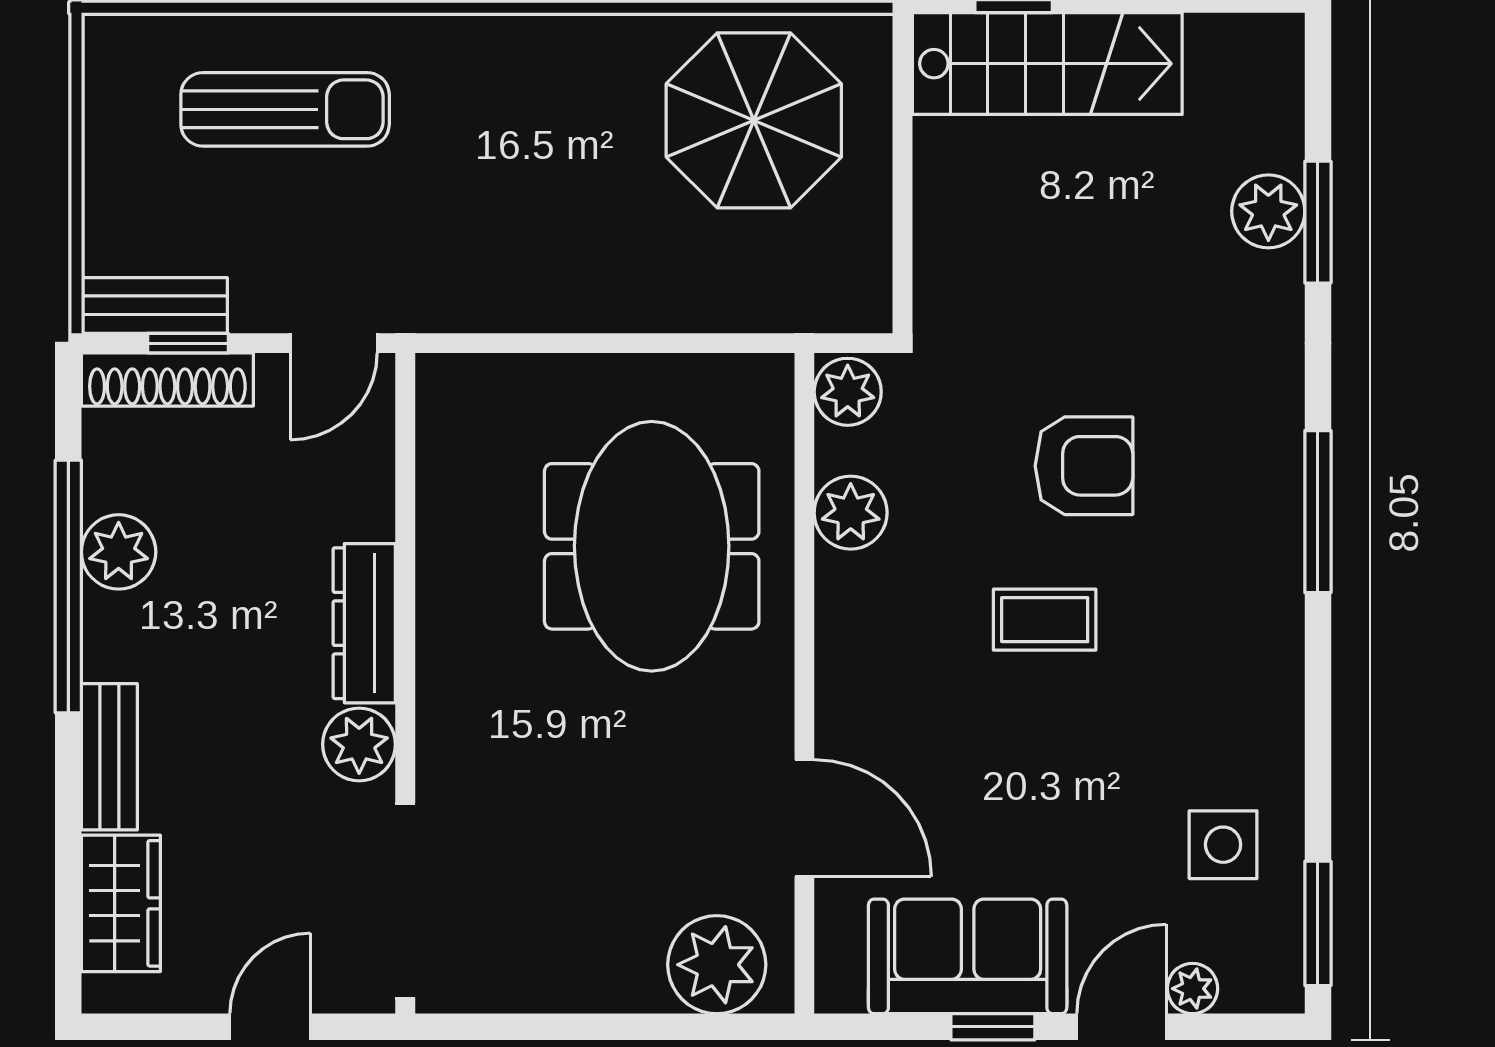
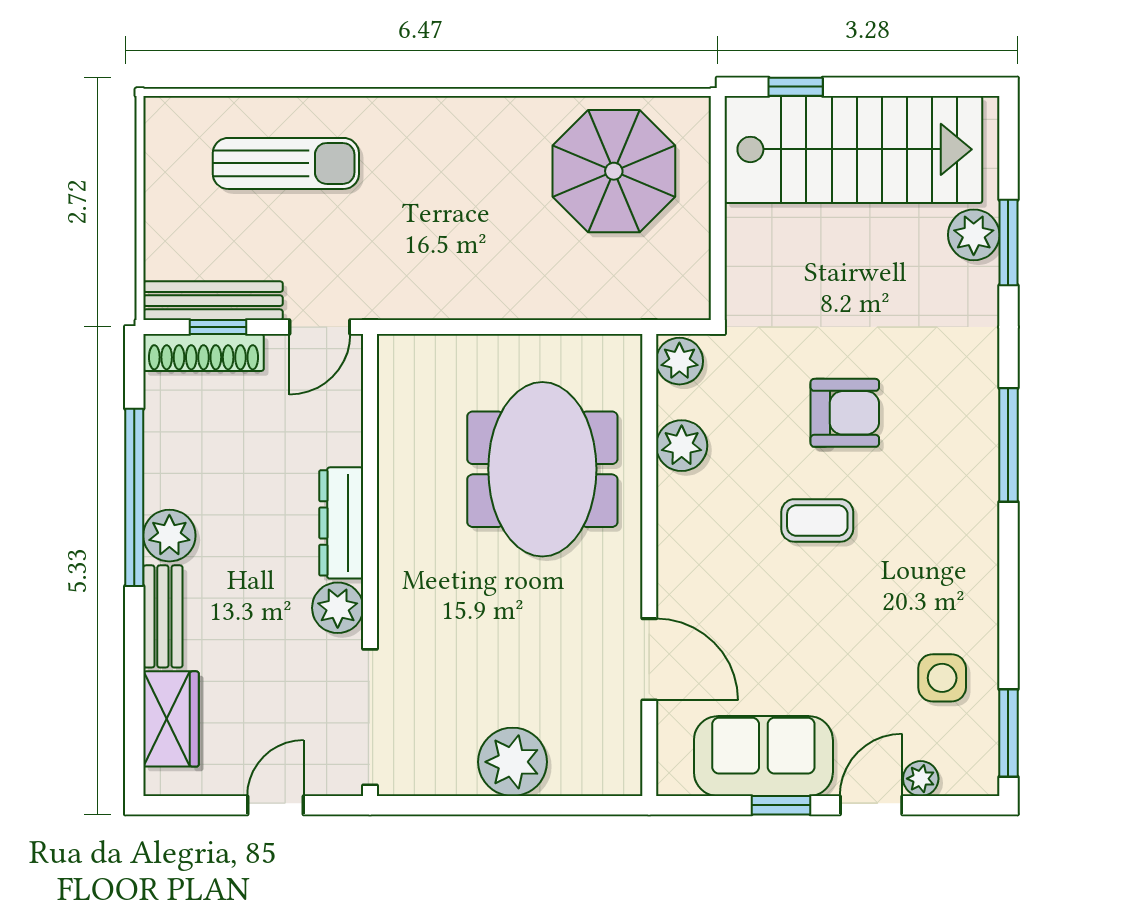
stairs: (1047, 64) -> (853, 149), width x1.36, depth x1.51
bench: (154, 305) -> (213, 301), width x1.36
plant: (119, 552) -> (169, 536), moved
plant: (717, 965) -> (513, 762), moved

